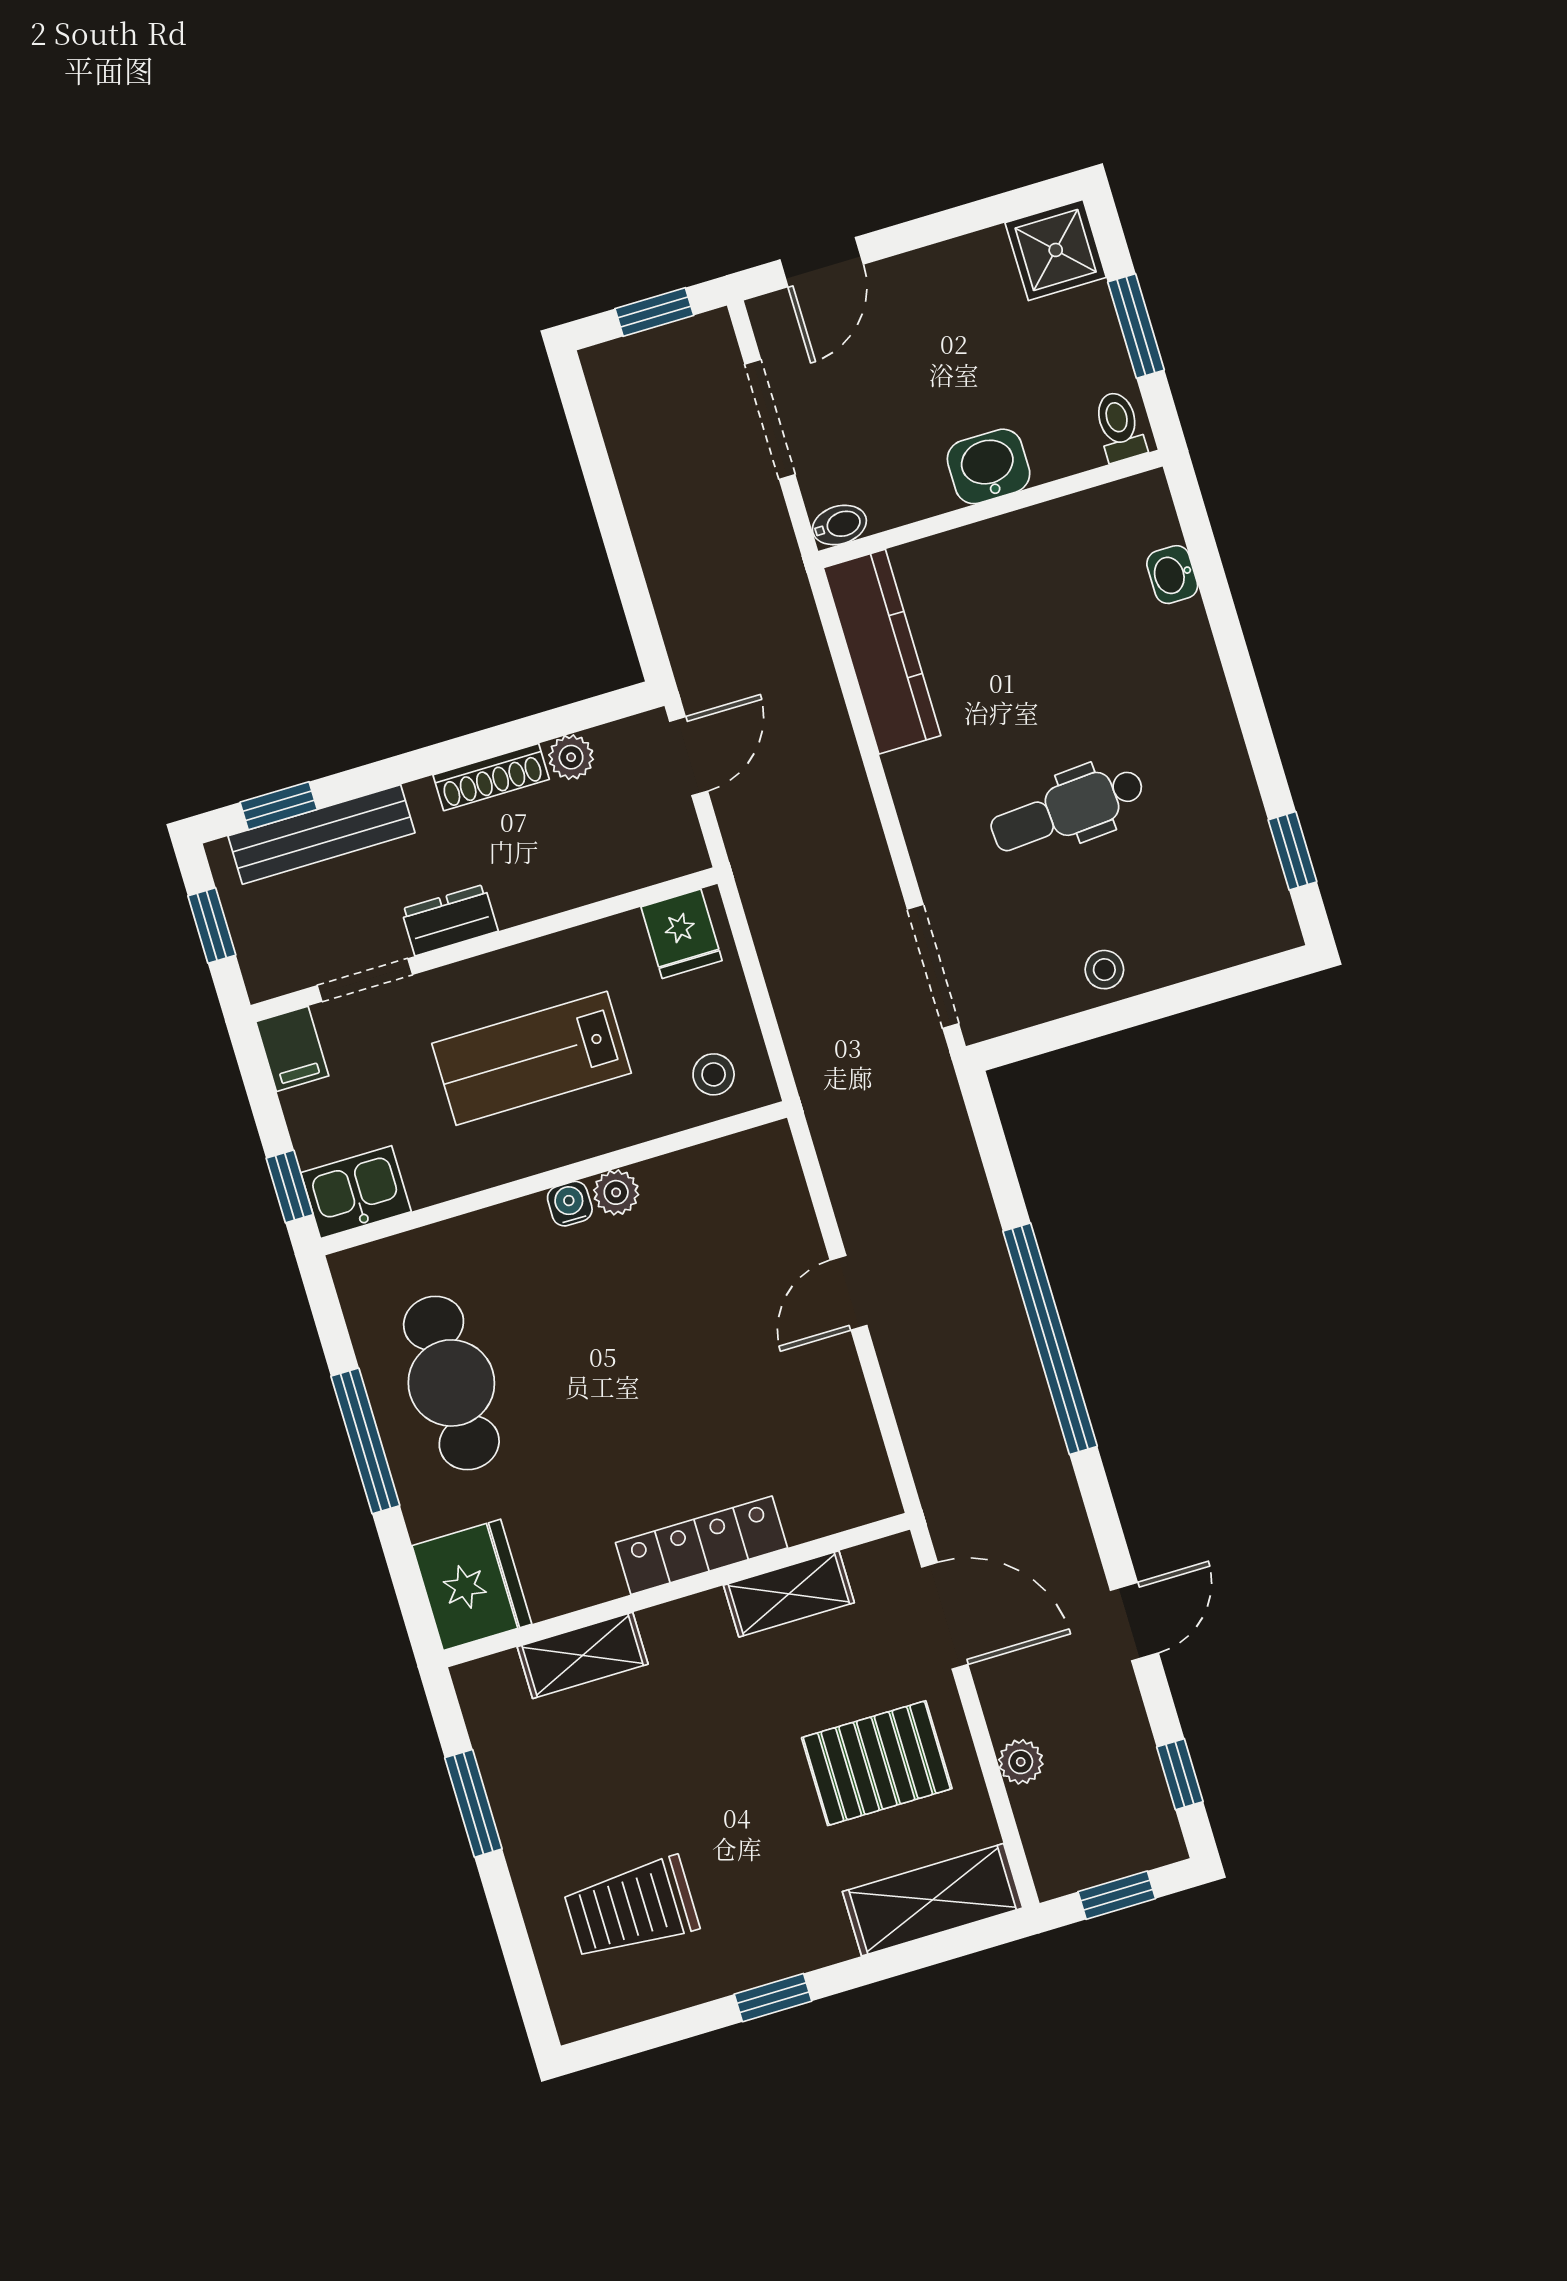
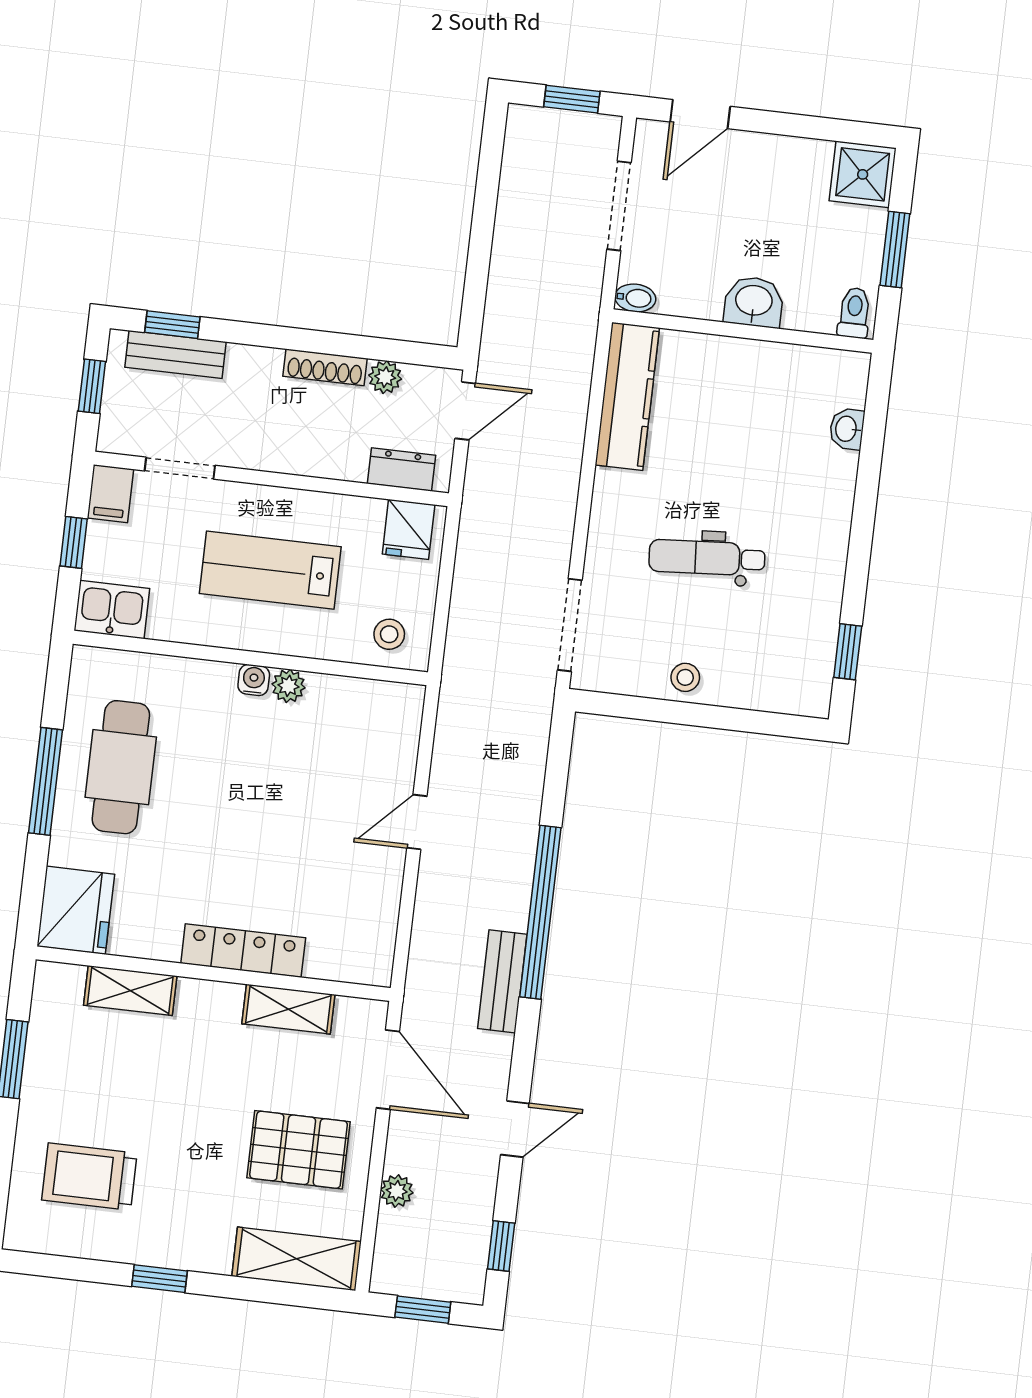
bench: (322, 834) -> (175, 355), width x0.73
dresser: (450, 920) -> (401, 469), moved
window: (290, 1186) -> (74, 542), moved
bench: (1040, 1445) -> (502, 981), added

